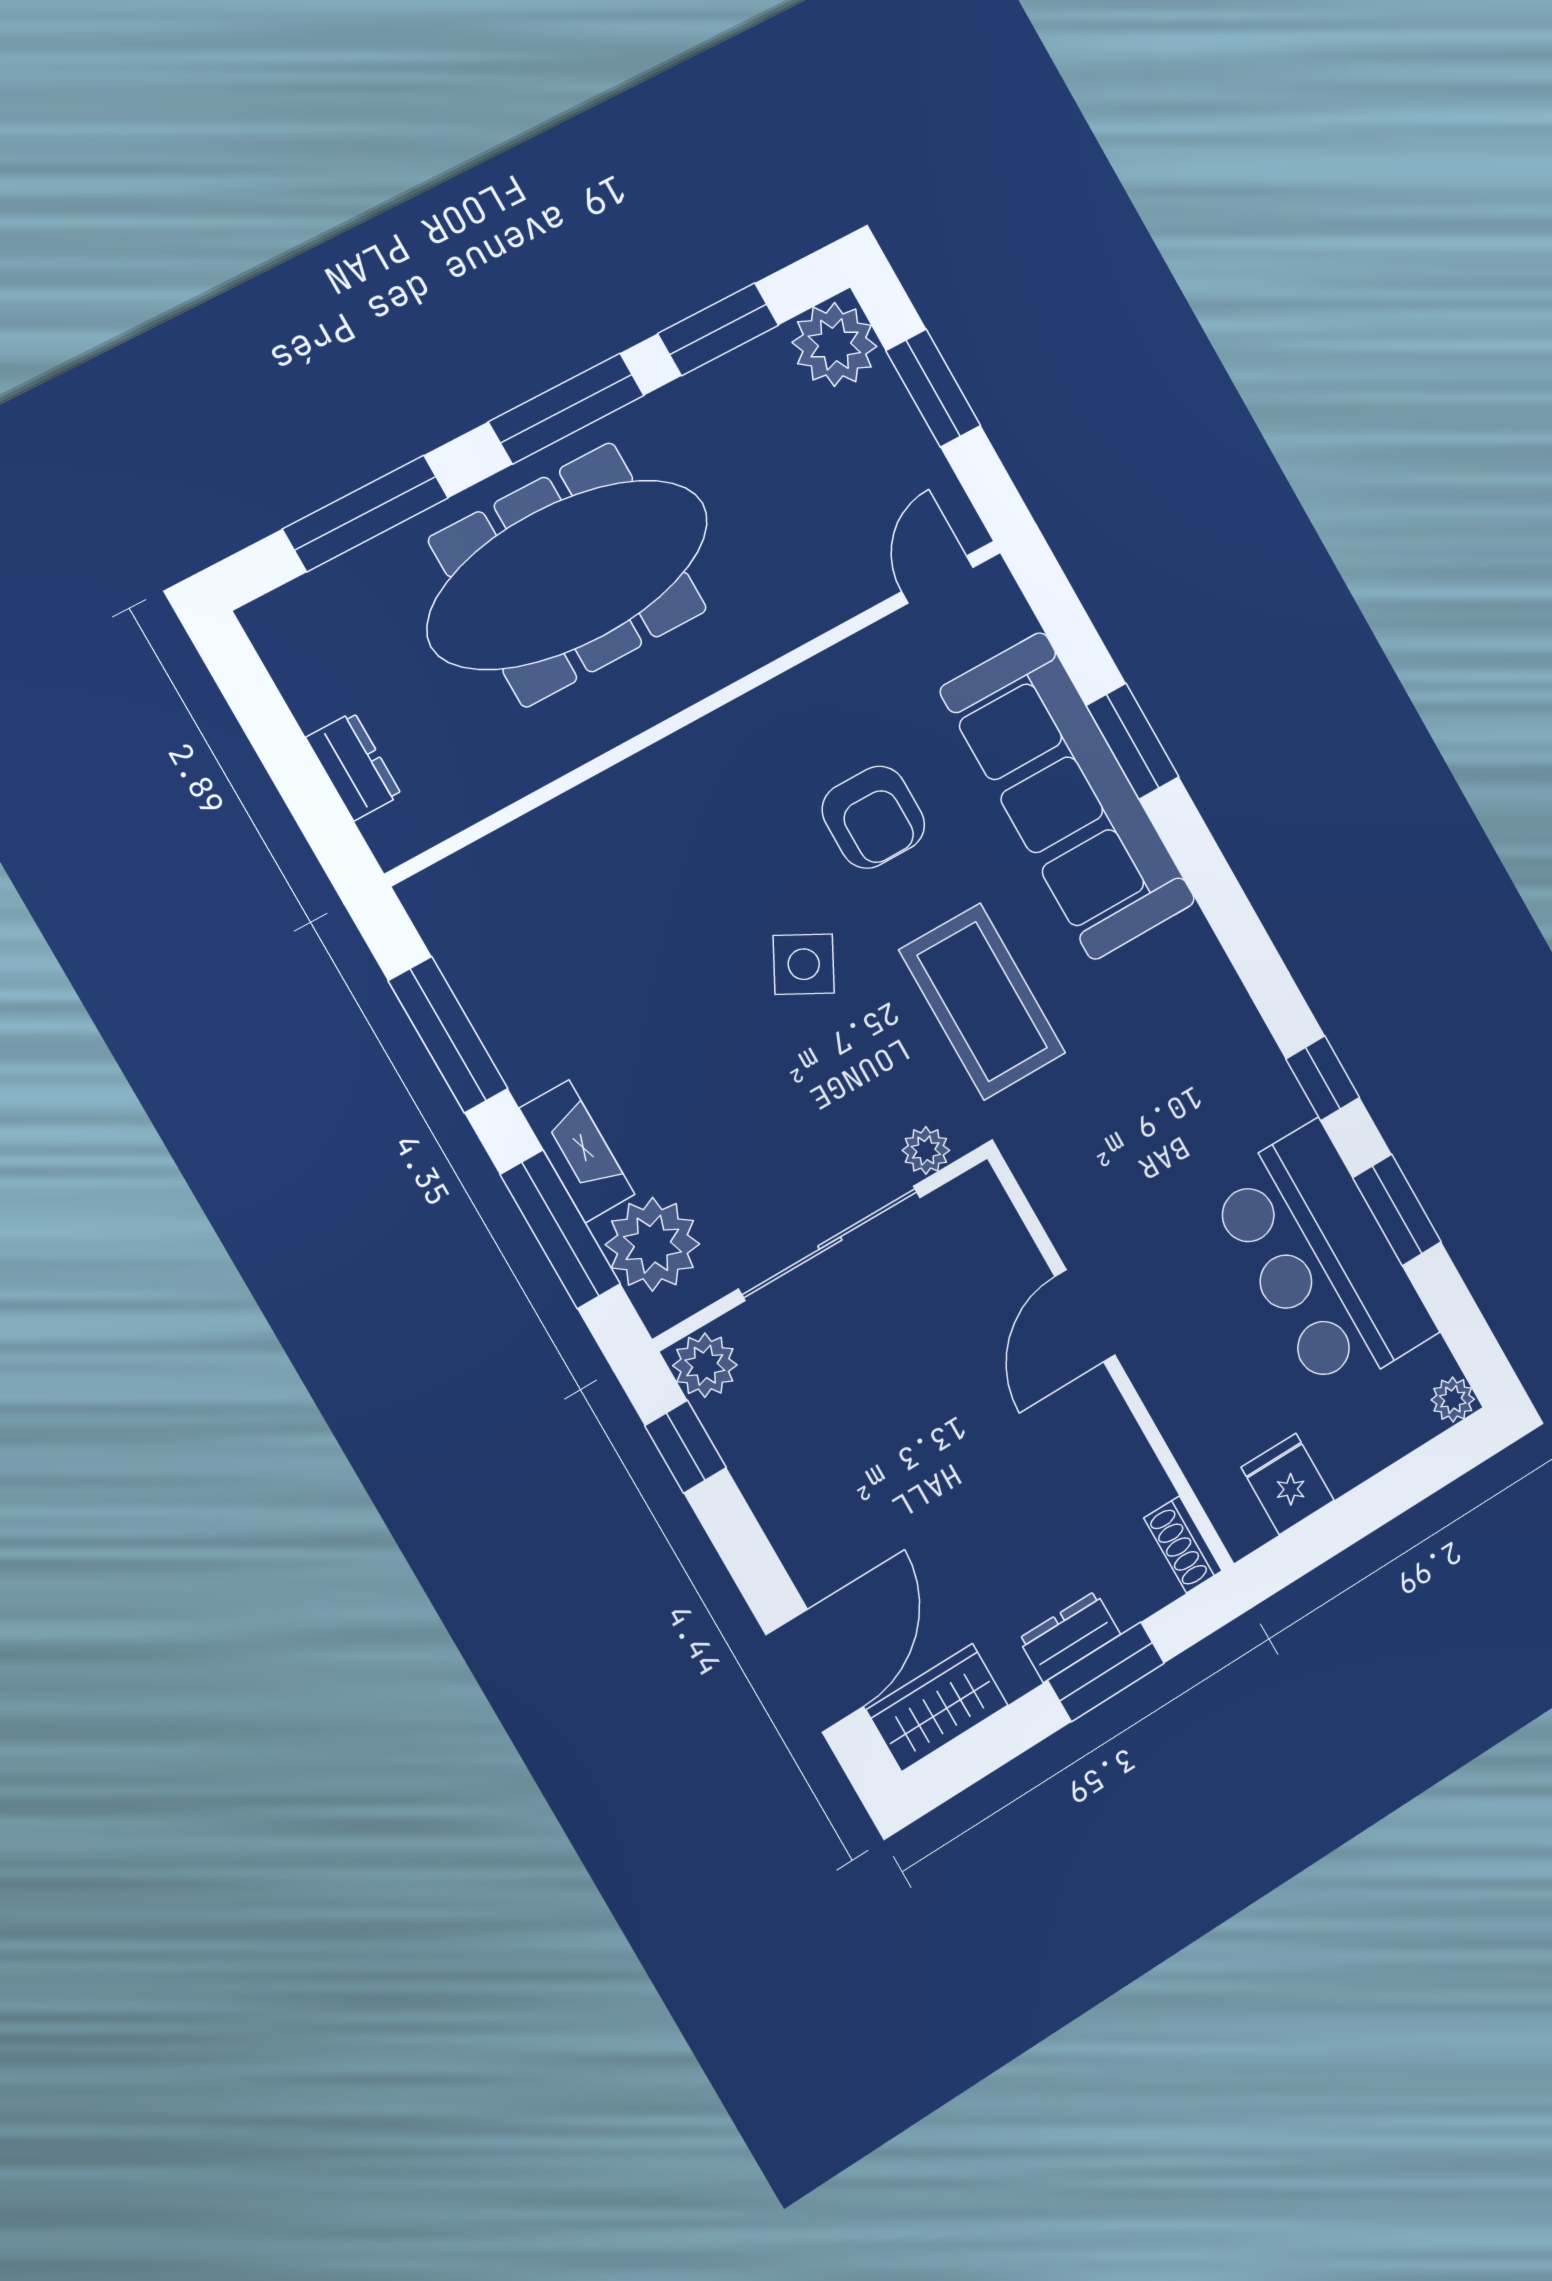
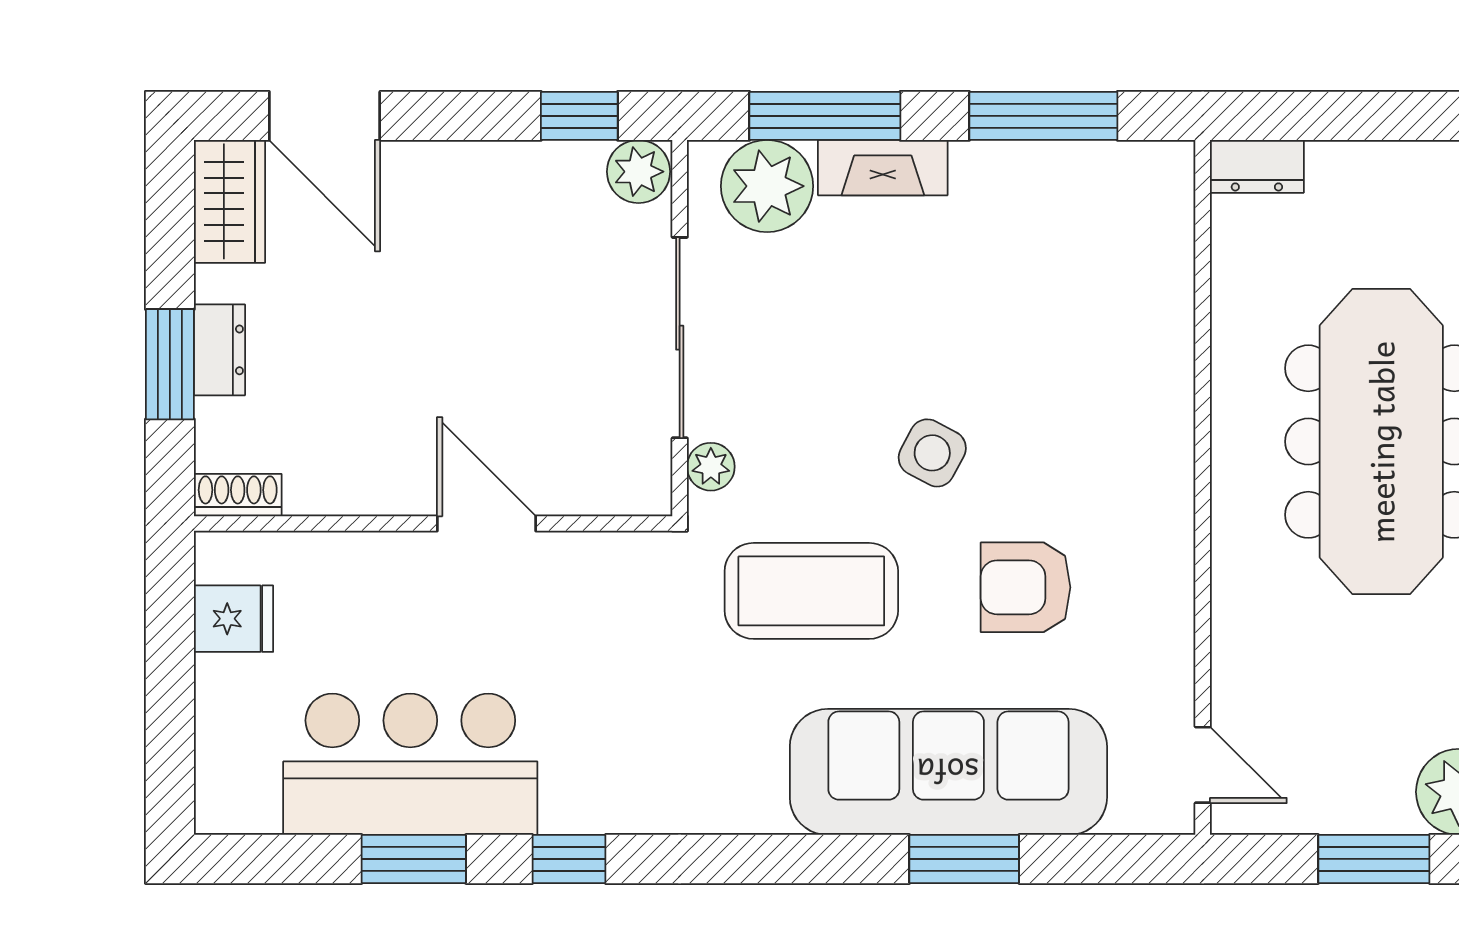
dresser: (354, 766) -> (1257, 166), moved
plant: (1453, 1399) -> (217, 812), removed

